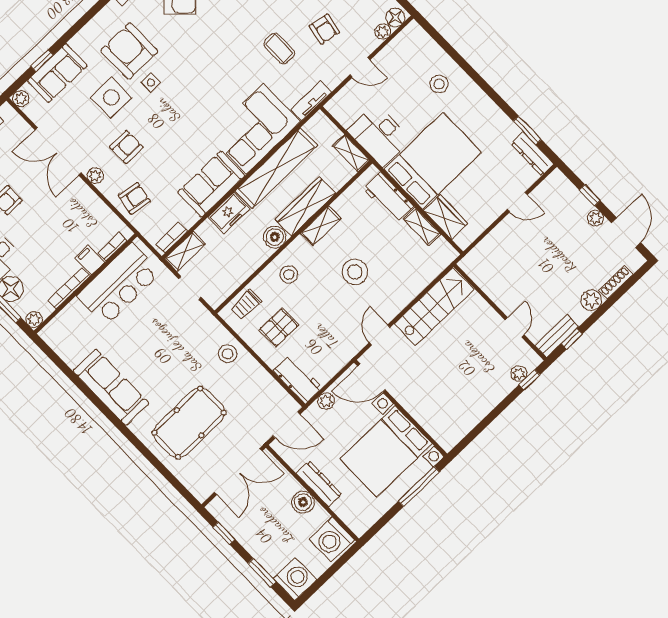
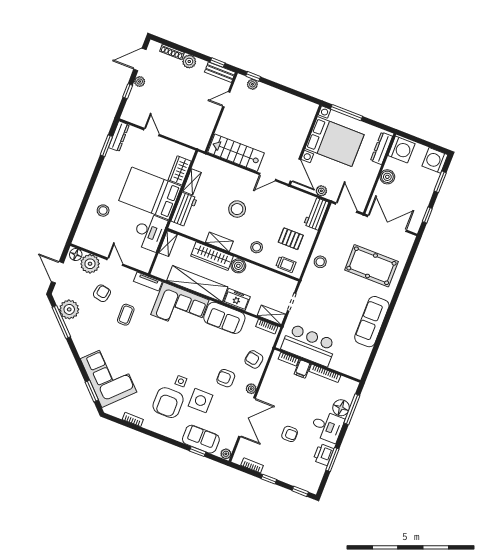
plant: (383, 32) -> (90, 264), width x1.88, depth x1.88
plant: (34, 319) -> (353, 386), removed
dresser: (319, 484) -> (382, 148), moved

